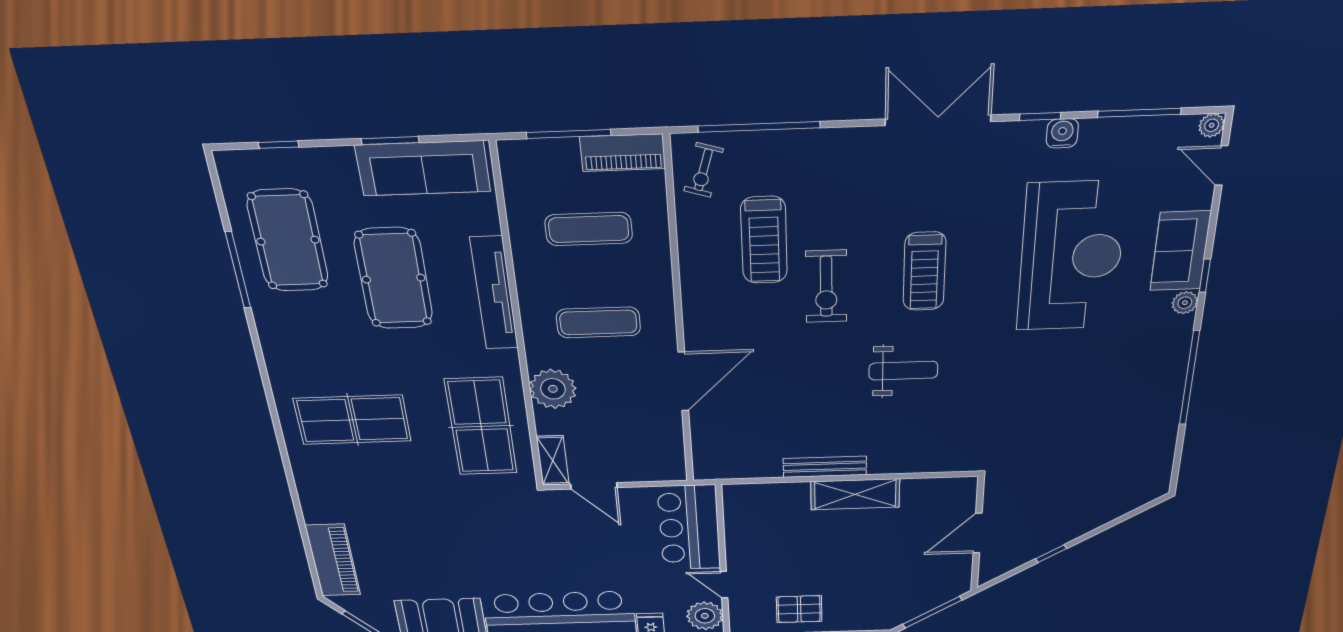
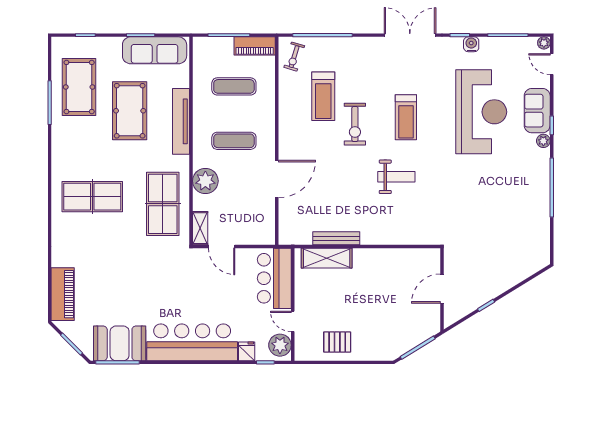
bench: (825, 467) -> (336, 238), moved
shelving: (855, 494) -> (327, 258), moved

